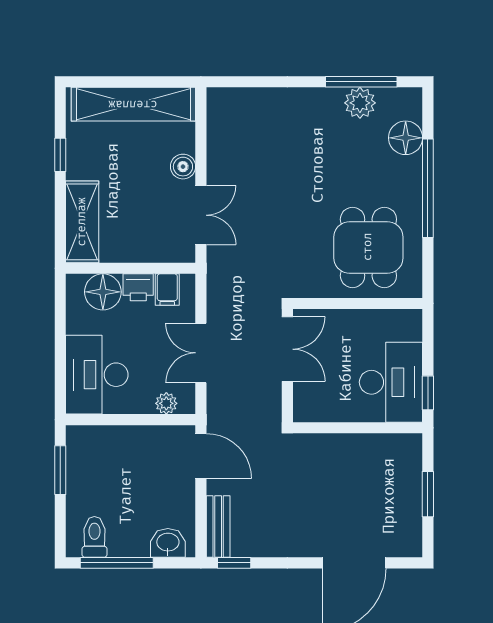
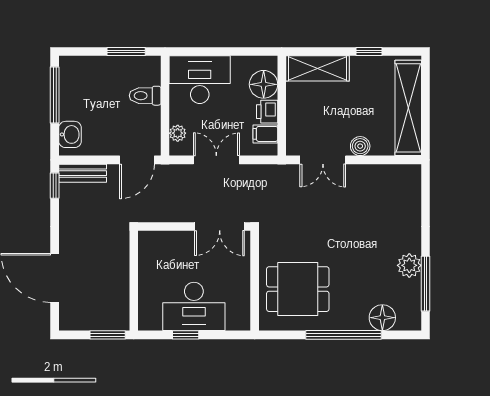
plant: (360, 103) -> (409, 265), moved
wall: (358, 428) -> (134, 281), moved
toilet: (94, 537) -> (145, 96), moved, turned 180

